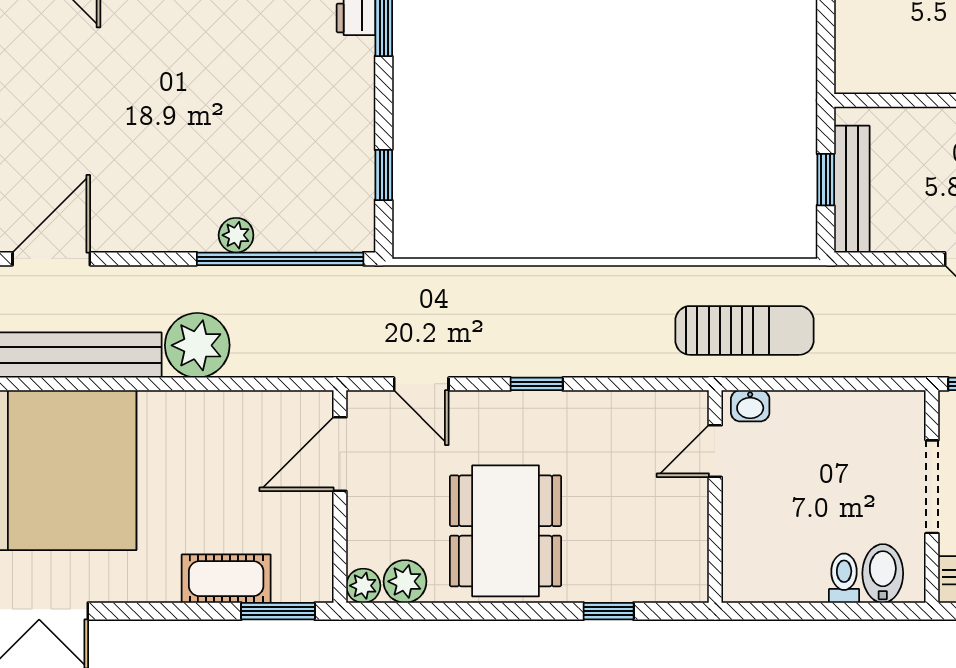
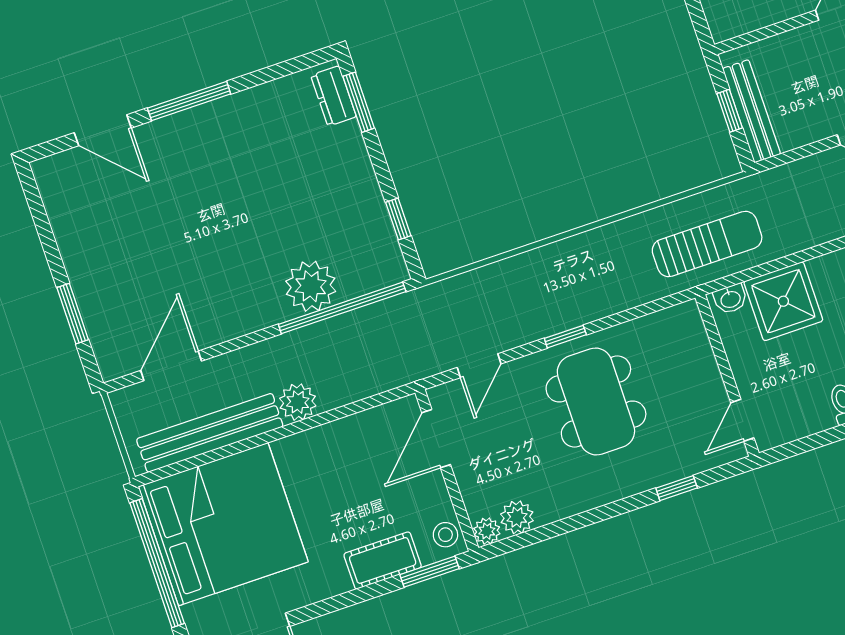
plant: (236, 235) -> (311, 286), width x1.87, depth x1.87
plant: (197, 345) -> (298, 402), width x0.73, depth x0.73
door: (421, 384) -> (479, 366), hinge flipped
shower: (813, 430) -> (783, 301), added
door: (715, 451) -> (742, 420), moved
dining table: (506, 531) -> (596, 402), moved
stool: (312, 573) -> (445, 535), added

